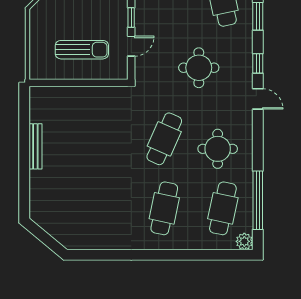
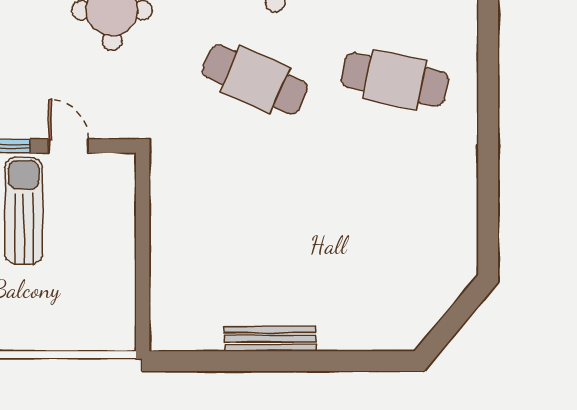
sun lounger: (82, 50) -> (24, 211), moved

